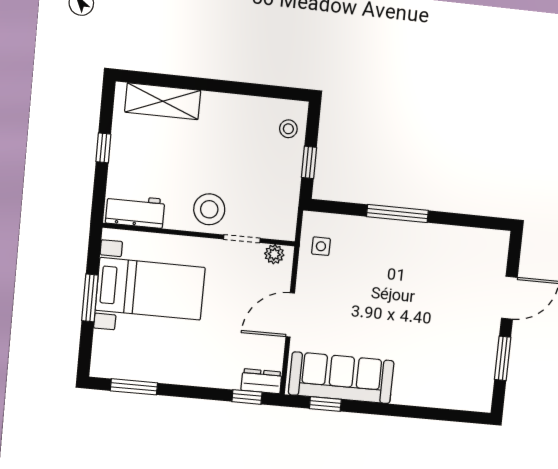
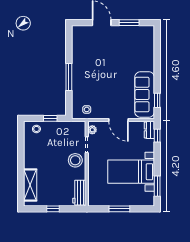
bed with nightstands: (150, 289) -> (131, 172), moved, turned -90

